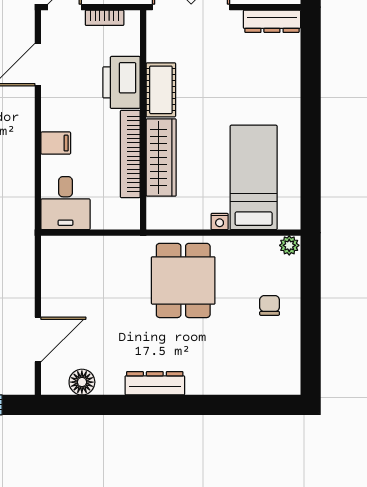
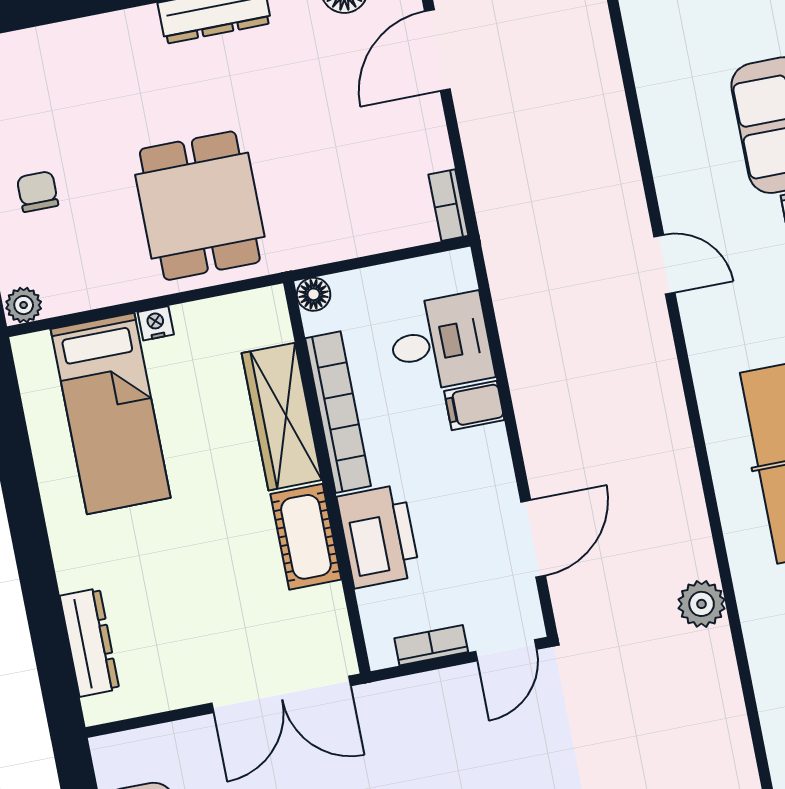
dresser: (272, 21) -> (90, 642), moved, turned 90
desk: (66, 203) -> (440, 343), moved, turned 90
floor lamp: (131, 220) -> (314, 294), added
bookcase: (48, 254) -> (448, 205), added
chair: (270, 305) -> (38, 191), turned 180

